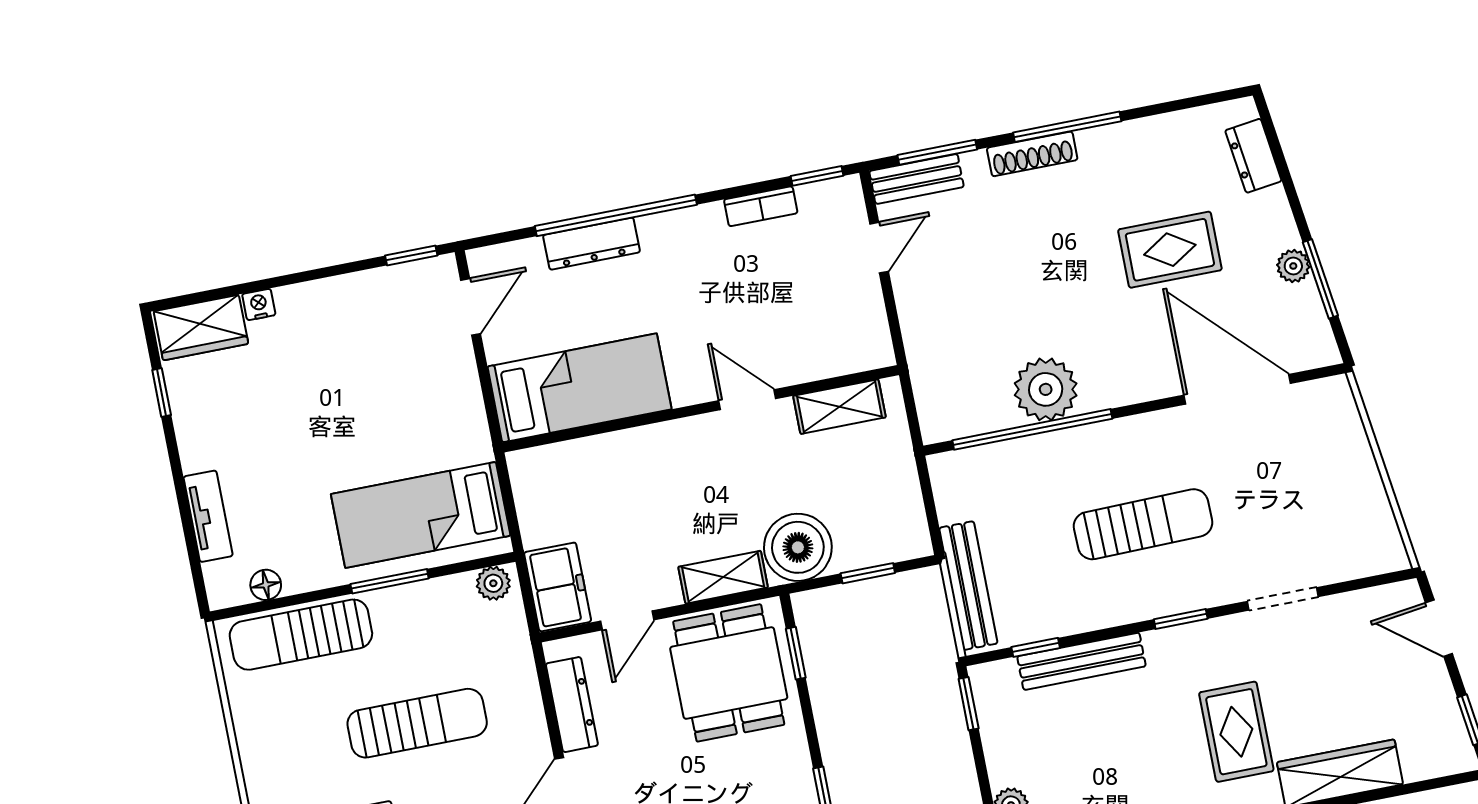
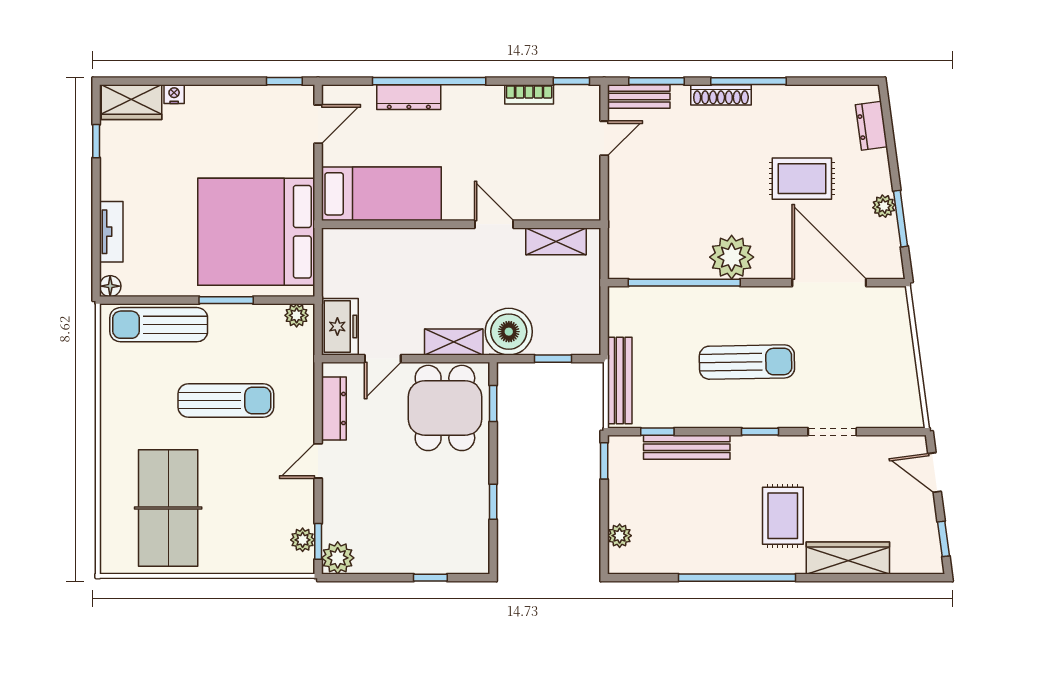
plant: (1046, 389) -> (732, 257), moved
bed: (421, 515) -> (256, 232), width x2.04
floor lamp: (266, 585) -> (110, 286), moved

